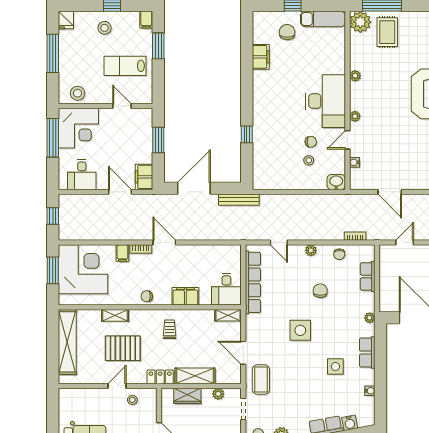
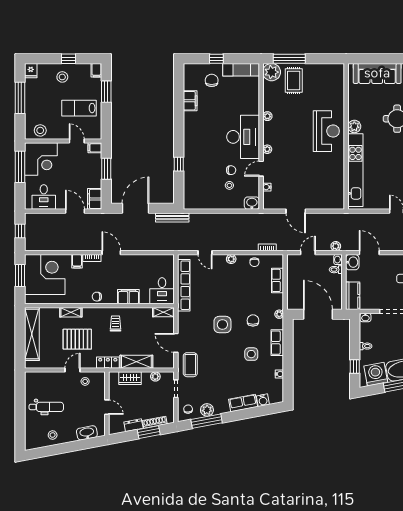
filing cabinet: (144, 114) -> (95, 148), added
chair: (320, 291) -> (253, 320), moved

